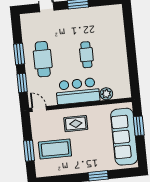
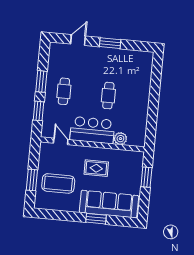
cafe table: (43, 59) -> (64, 91), width x0.73, depth x0.74
door: (39, 109) -> (61, 141), moved
rug: (76, 124) -> (96, 168), moved
sofa: (124, 137) -> (109, 204), moved, turned 90

